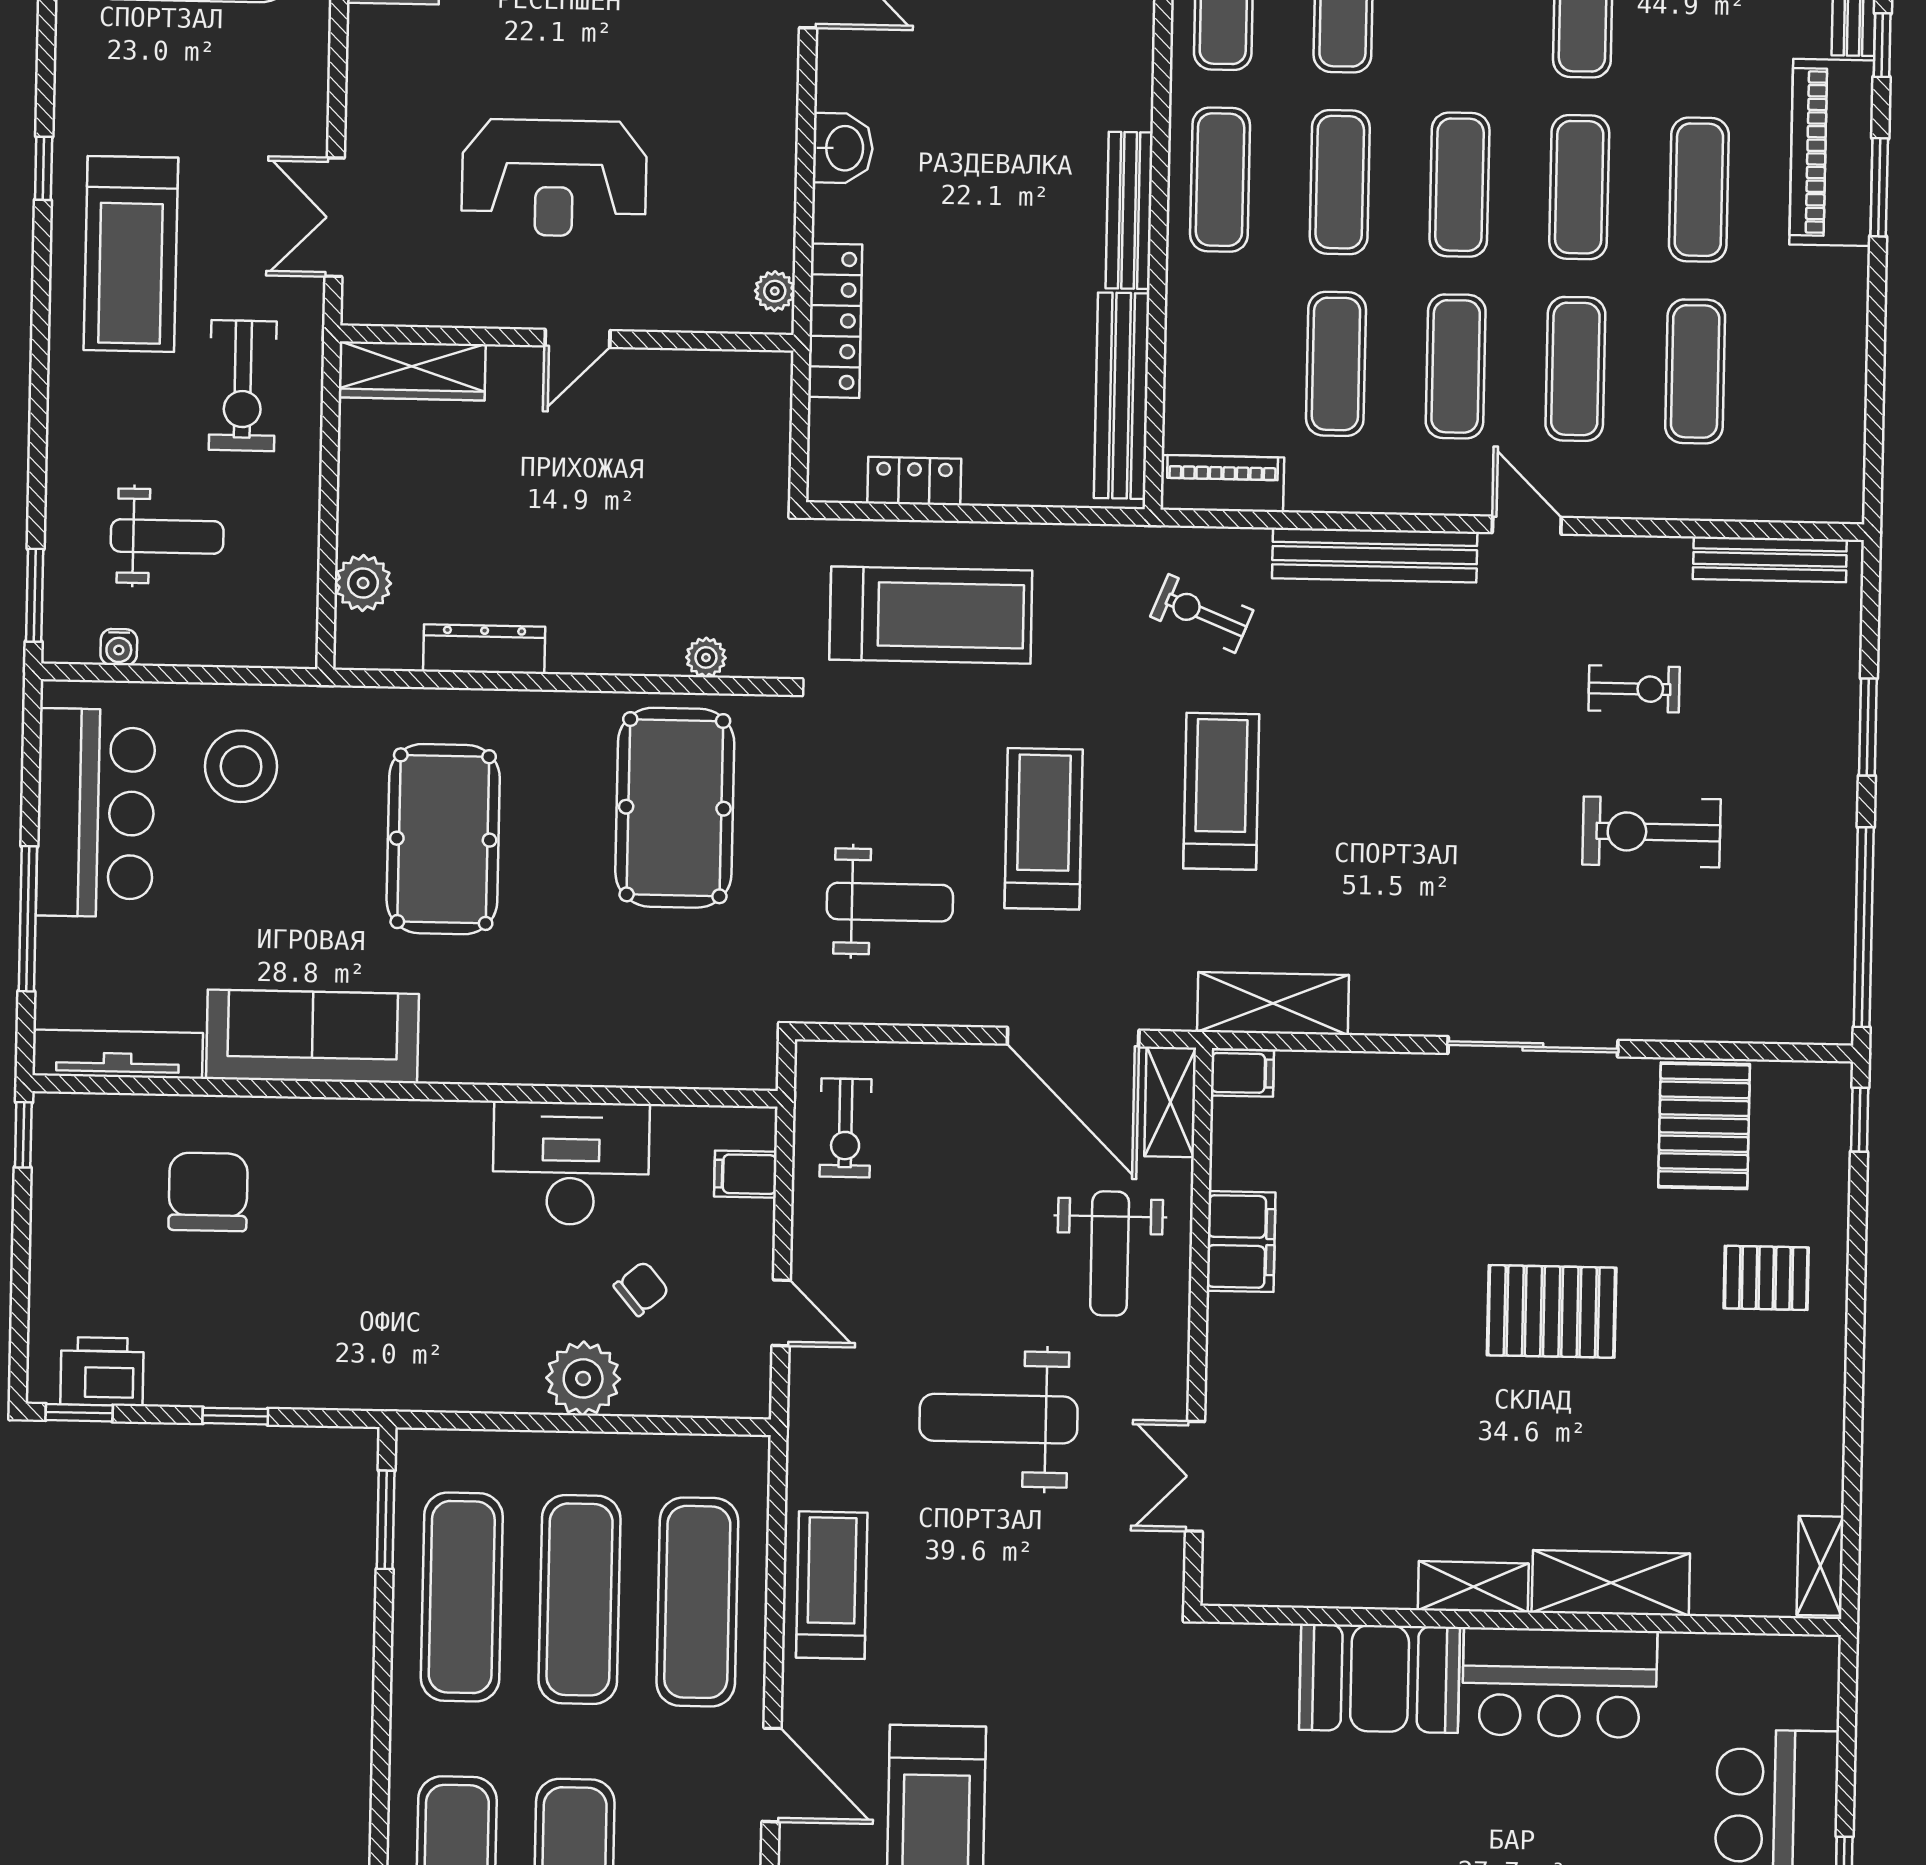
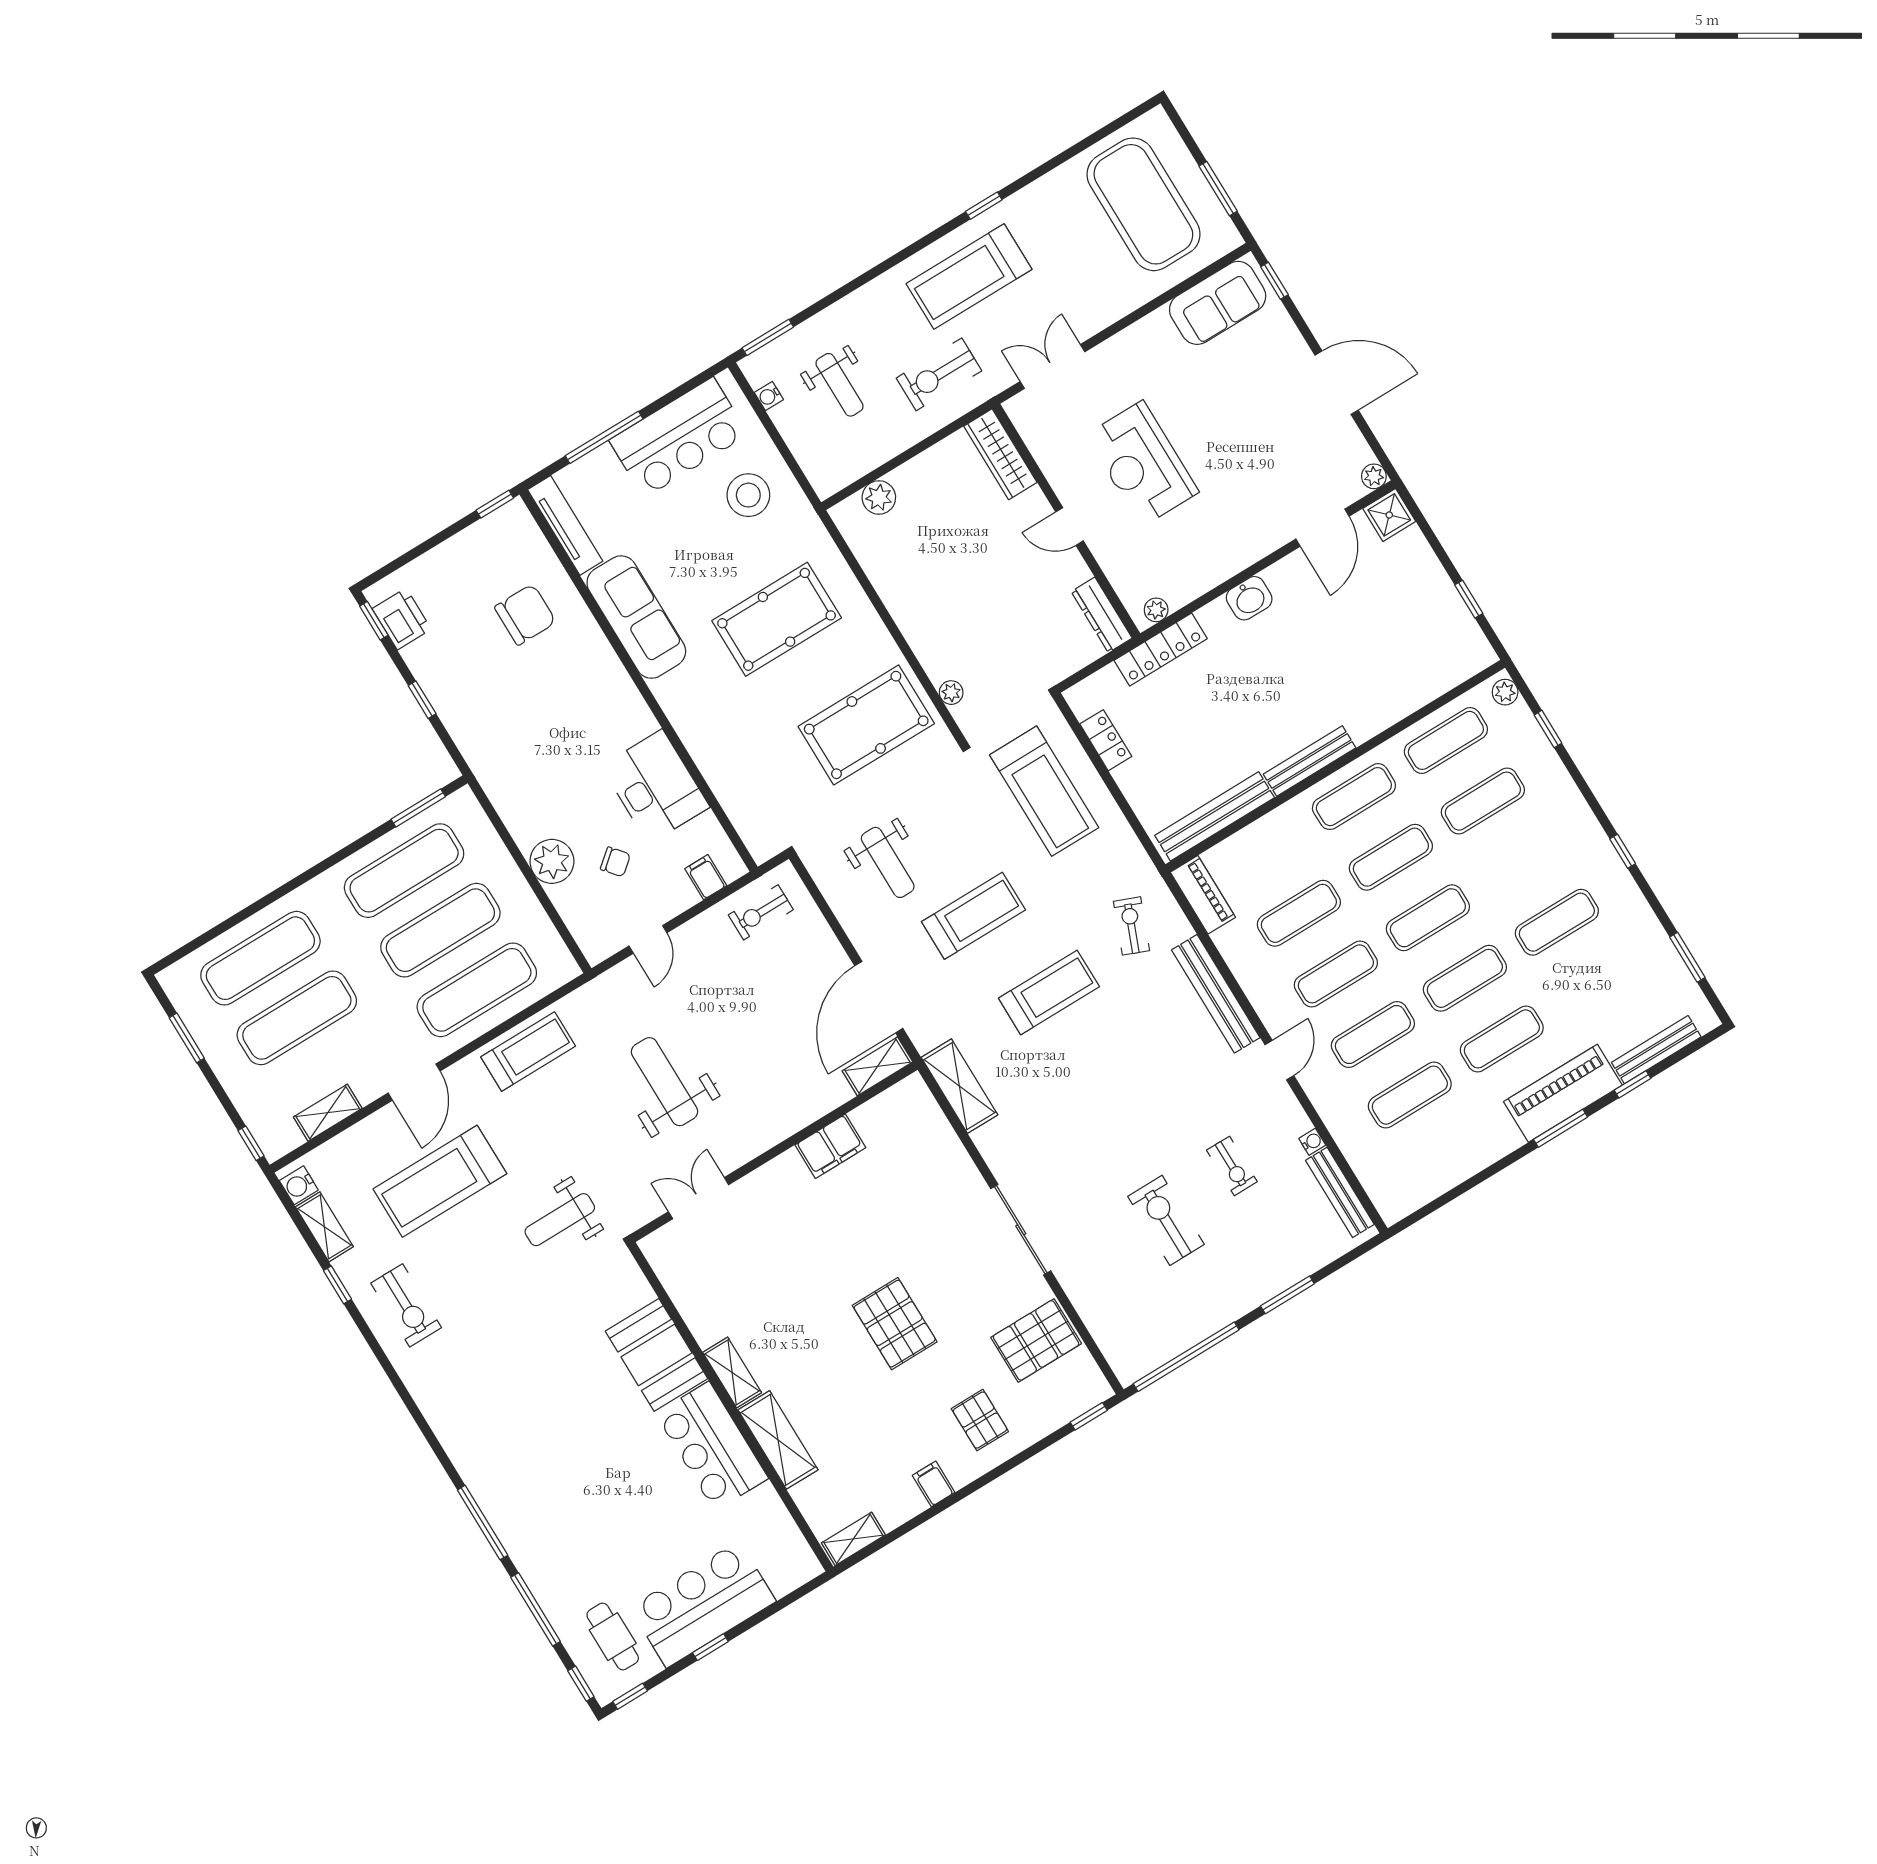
water cooler: (1673, 553) -> (1312, 1142), added
dresser: (484, 649) -> (1102, 615), moved, turned 180
filing cabinet: (1242, 1073) -> (934, 1484), moved, turned 180
weight bench: (1110, 1253) -> (560, 1220), moved

